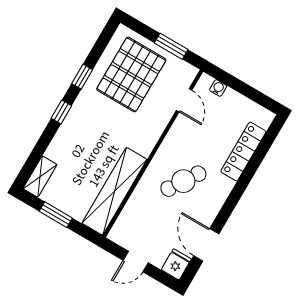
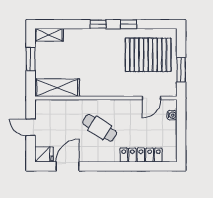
shelving: (115, 191) -> (57, 88), width x0.68

